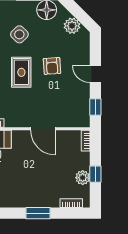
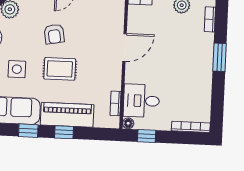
side table: (19, 34) -> (17, 69), turned 45
armchair: (52, 66) -> (54, 34), turned 84

